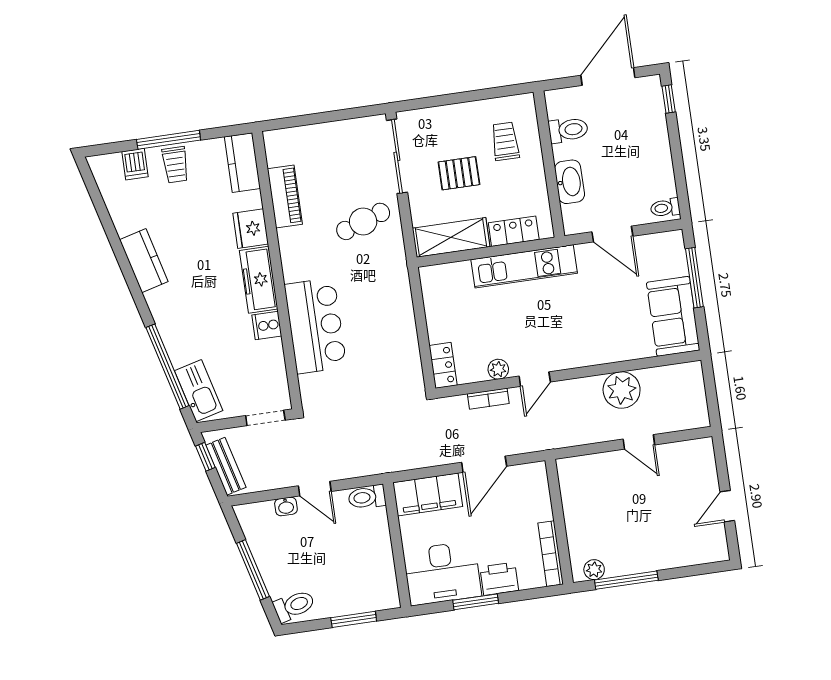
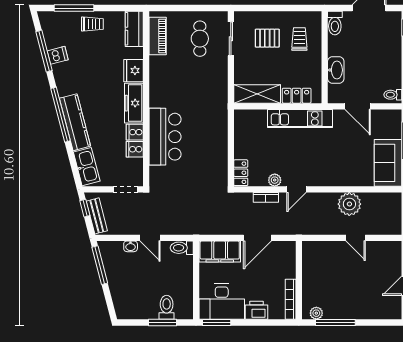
toilet: (568, 130) -> (335, 23), moved, turned 90
window: (169, 140) -> (74, 8), moved
sliding door: (397, 156) -> (231, 39), width x0.73
dishwasher: (135, 164) -> (58, 55), moved, turned -105
trolley: (175, 165) -> (92, 24), turned -90
pallet: (459, 173) -> (267, 38), moved
piano: (285, 196) -> (158, 36), moved
window: (105, 218) -> (44, 51), added
cafe table: (363, 221) -> (200, 39), moved, turned -71
kitchen counter: (144, 261) -> (75, 122), moved, width x1.50
cooker: (270, 352) -> (135, 149), added
window: (167, 367) -> (61, 115), moved
window: (253, 570) -> (100, 265), moved
window: (476, 602) -> (217, 322), moved
toilet: (294, 606) -> (167, 307), moved, turned -75

